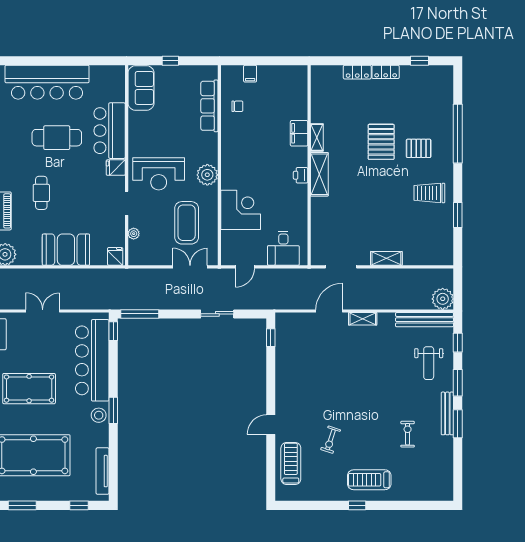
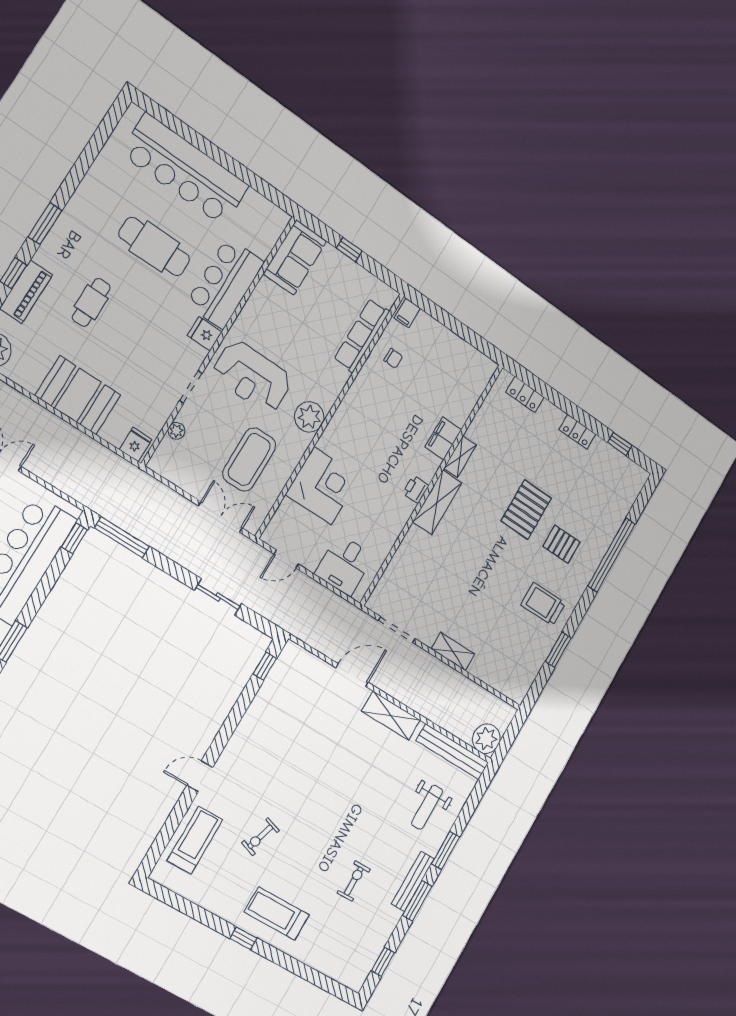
locker: (357, 72) -> (525, 395), moved
filing cabinet: (250, 74) -> (407, 313), moved
shelving: (363, 319) -> (391, 716), width x1.50, depth x1.33
window: (458, 343) -> (383, 962), moved

